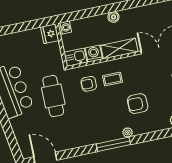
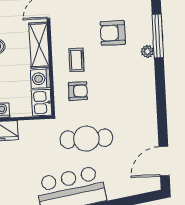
armchair: (89, 84) -> (78, 91), turned -90
armchair: (138, 104) -> (113, 33), turned 90
window: (113, 144) -> (158, 36), moved

